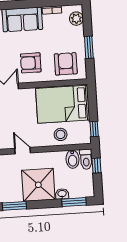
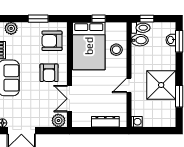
window: (94, 129) -> (99, 19), moved
shower: (38, 185) -> (161, 85), moved
washbasin: (62, 194) -> (171, 40), moved

